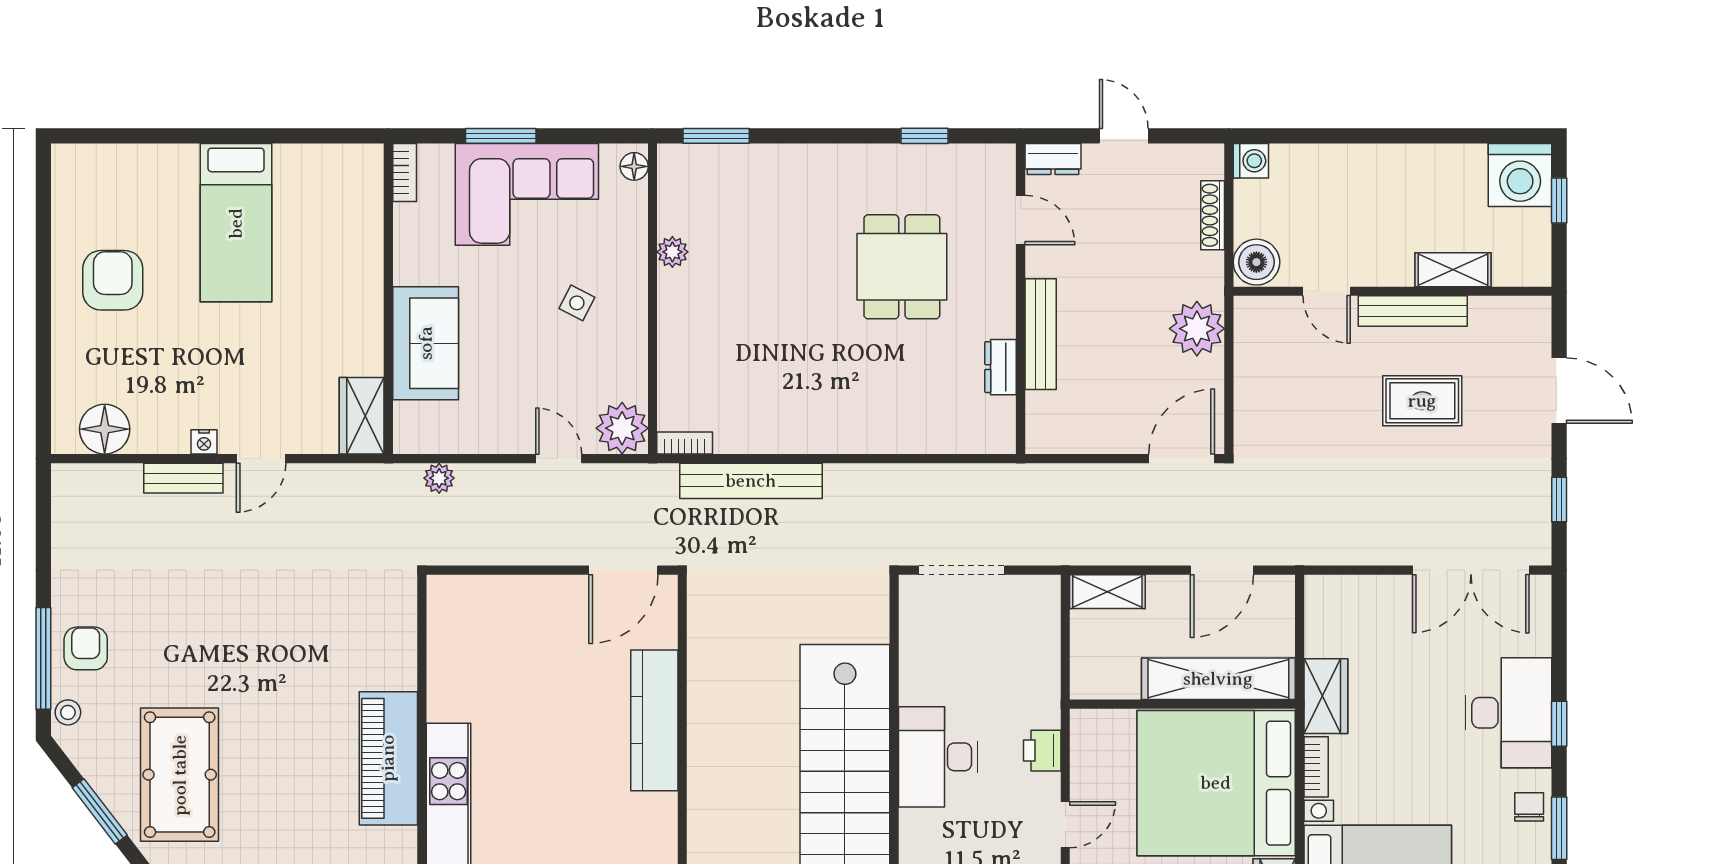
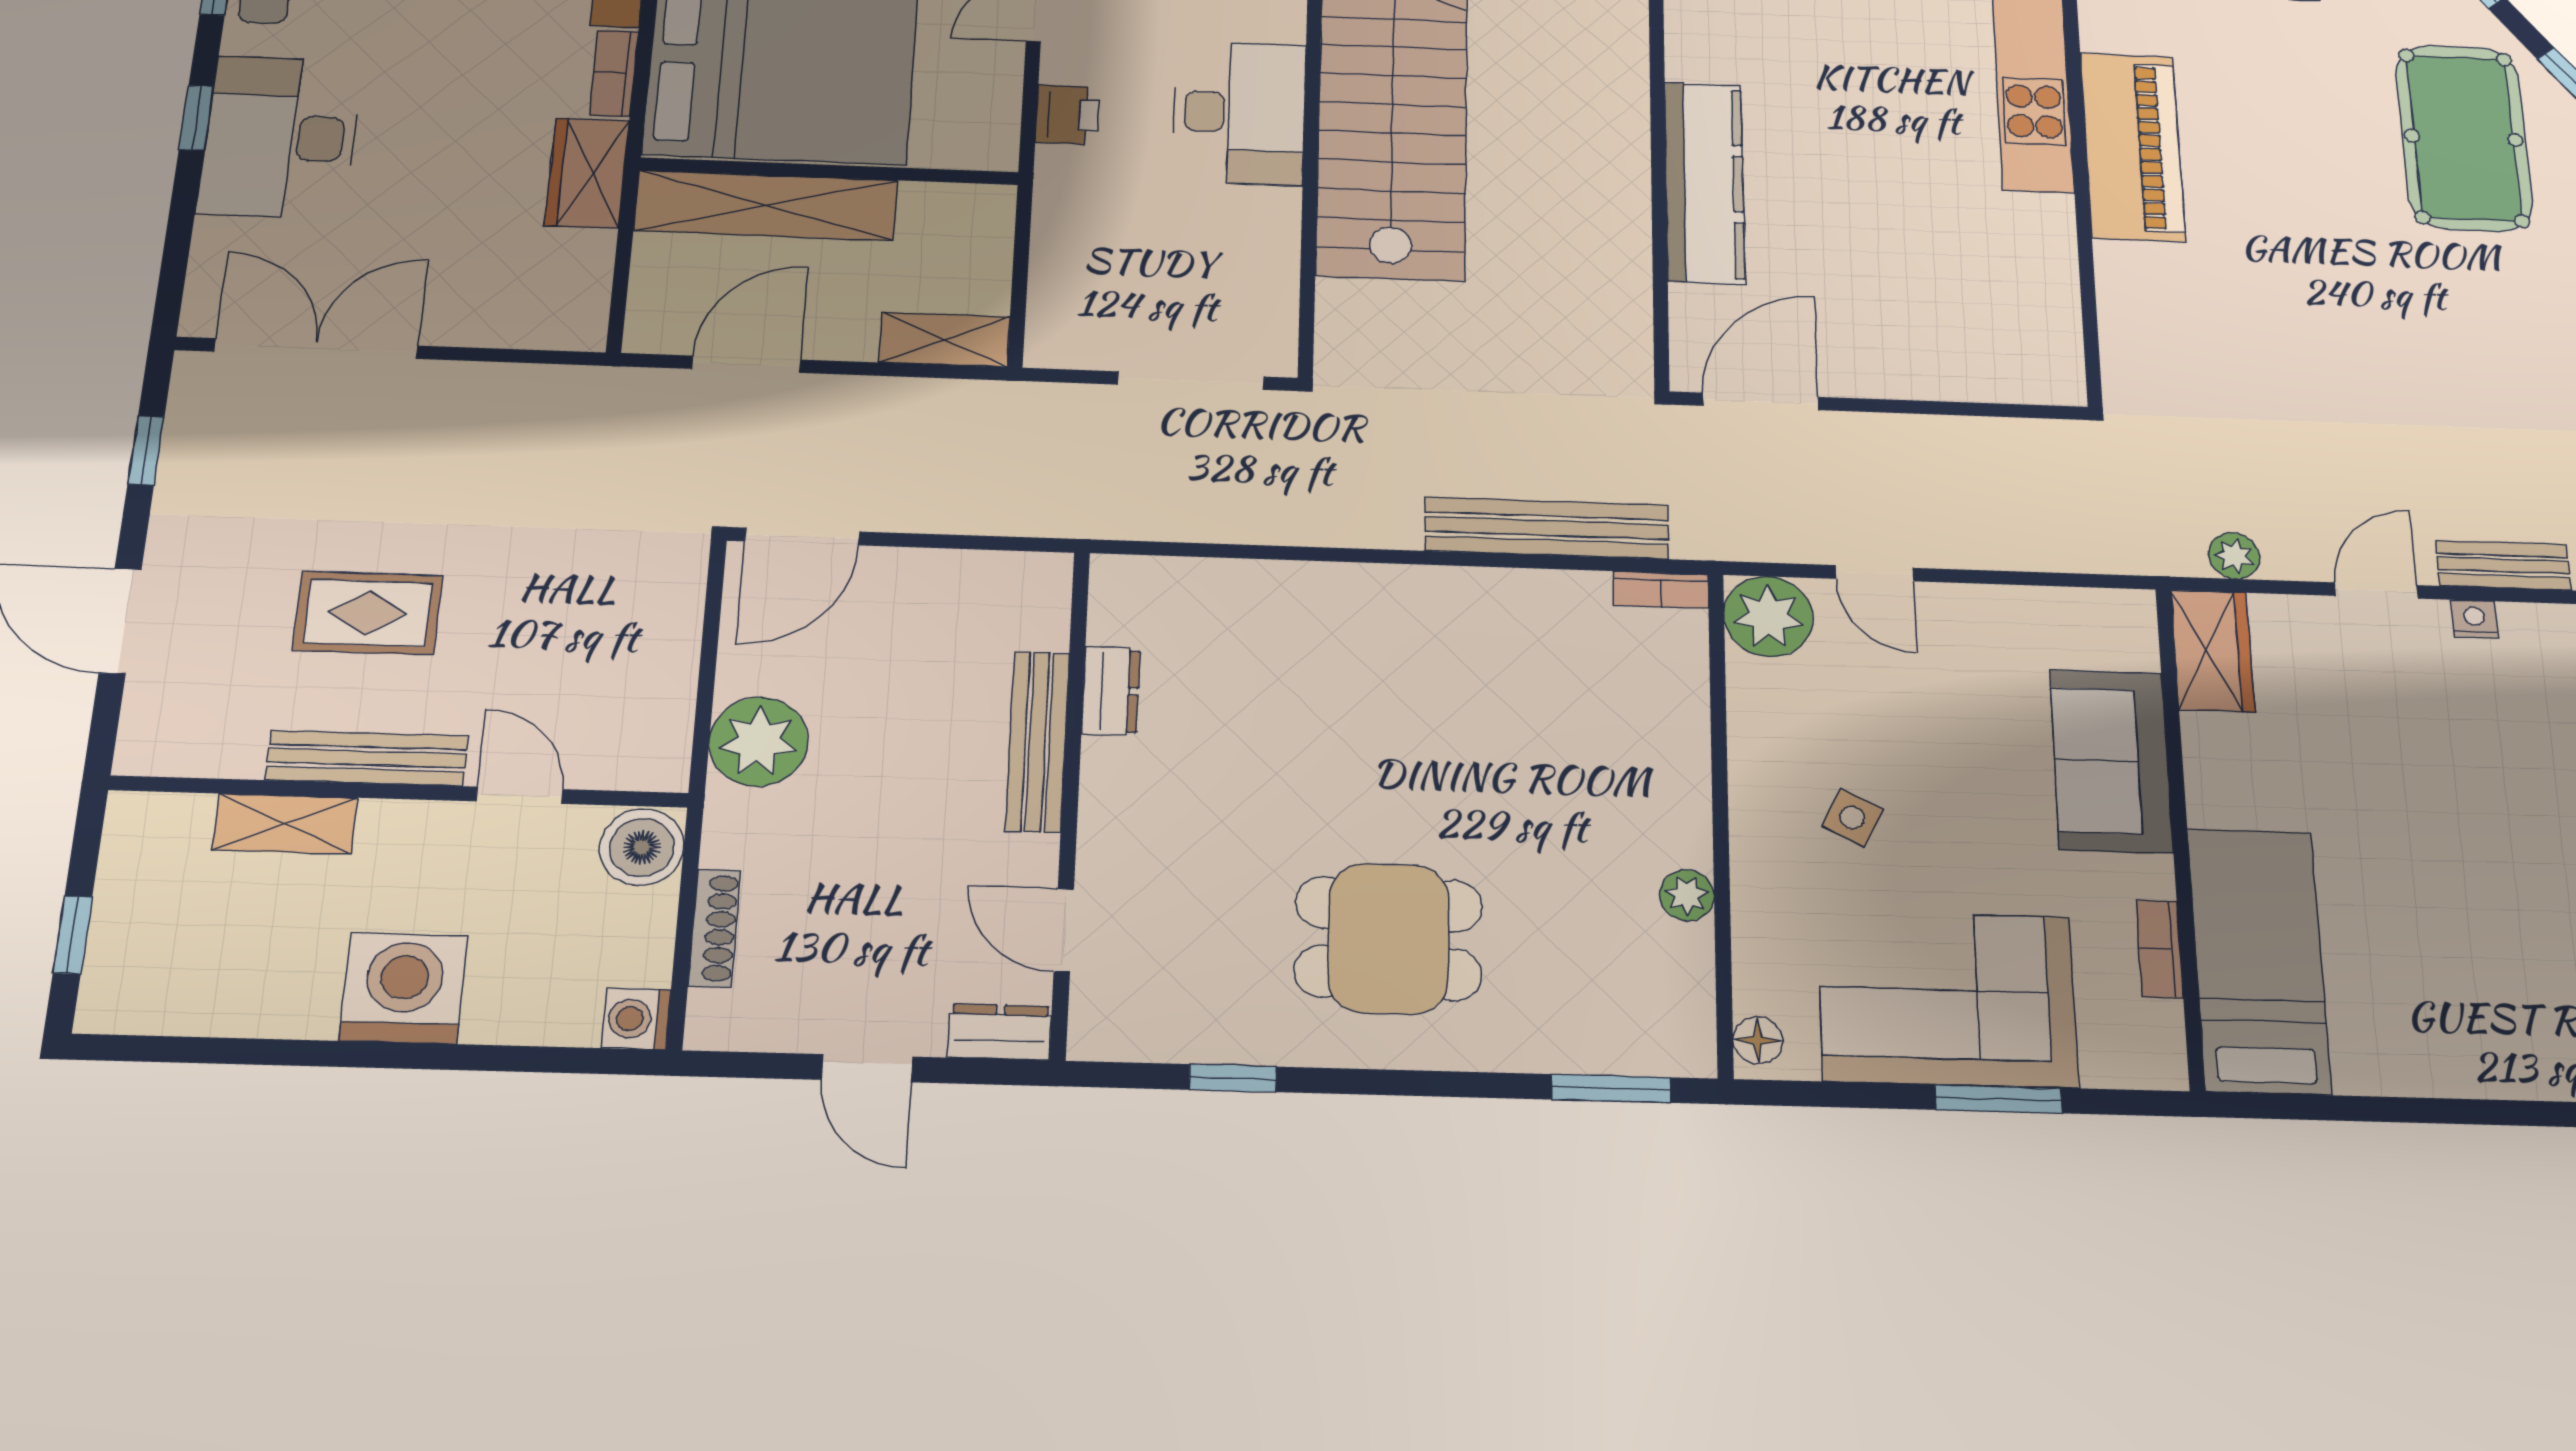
bookcase: (405, 172) -> (2160, 949), moved
washing machine: (1520, 175) -> (404, 988), moved
bed: (236, 223) -> (2259, 961), moved
dining table: (902, 267) -> (1389, 938), moved, turned 90
plant: (439, 478) -> (2234, 556), moved

